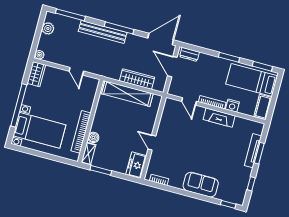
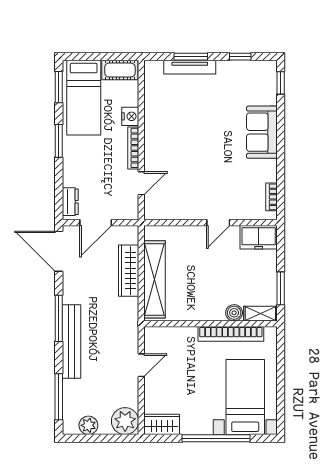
plant: (39, 55) -> (125, 421), width x1.88, depth x1.88
fireplace: (219, 118) -> (154, 131), removed

